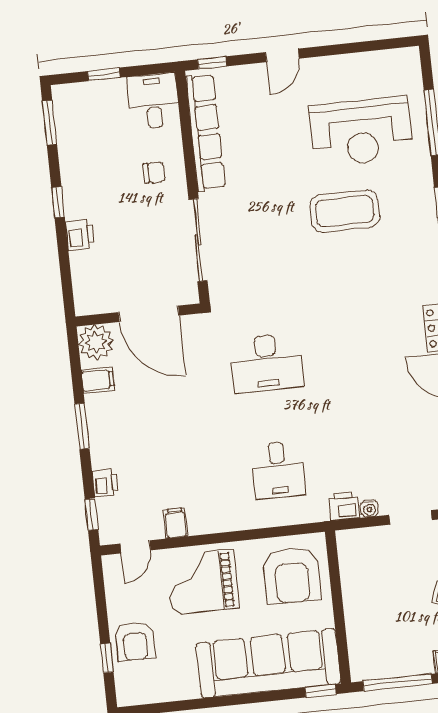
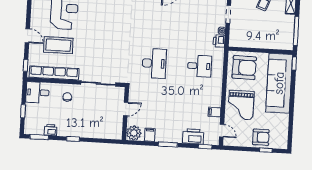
coffee table: (345, 211) -> (58, 45), moved, turned 90
printer: (80, 235) -> (50, 130), moved
door: (149, 314) -> (126, 109), width x0.53
printer: (105, 483) -> (193, 136), width x1.87, depth x1.48

